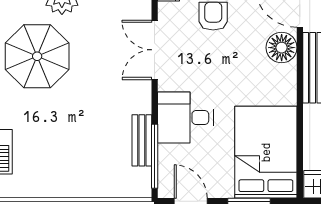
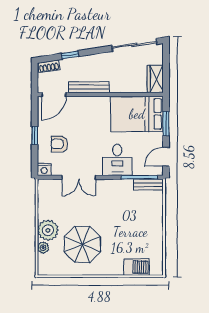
floor lamp: (282, 48) -> (77, 105), removed
bench: (142, 140) -> (148, 185), moved

